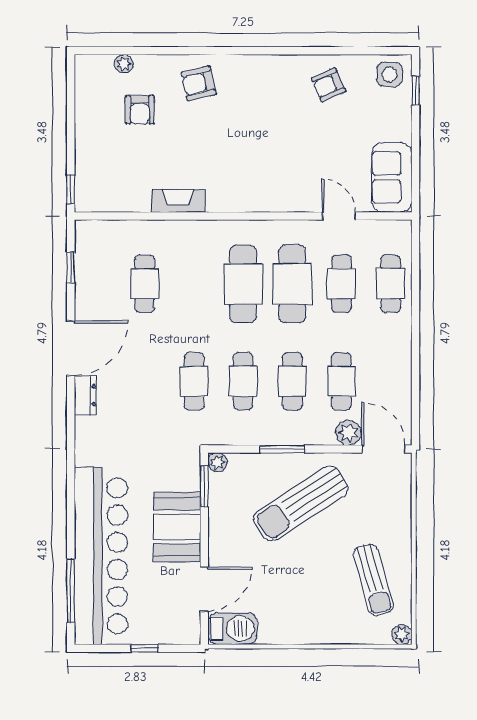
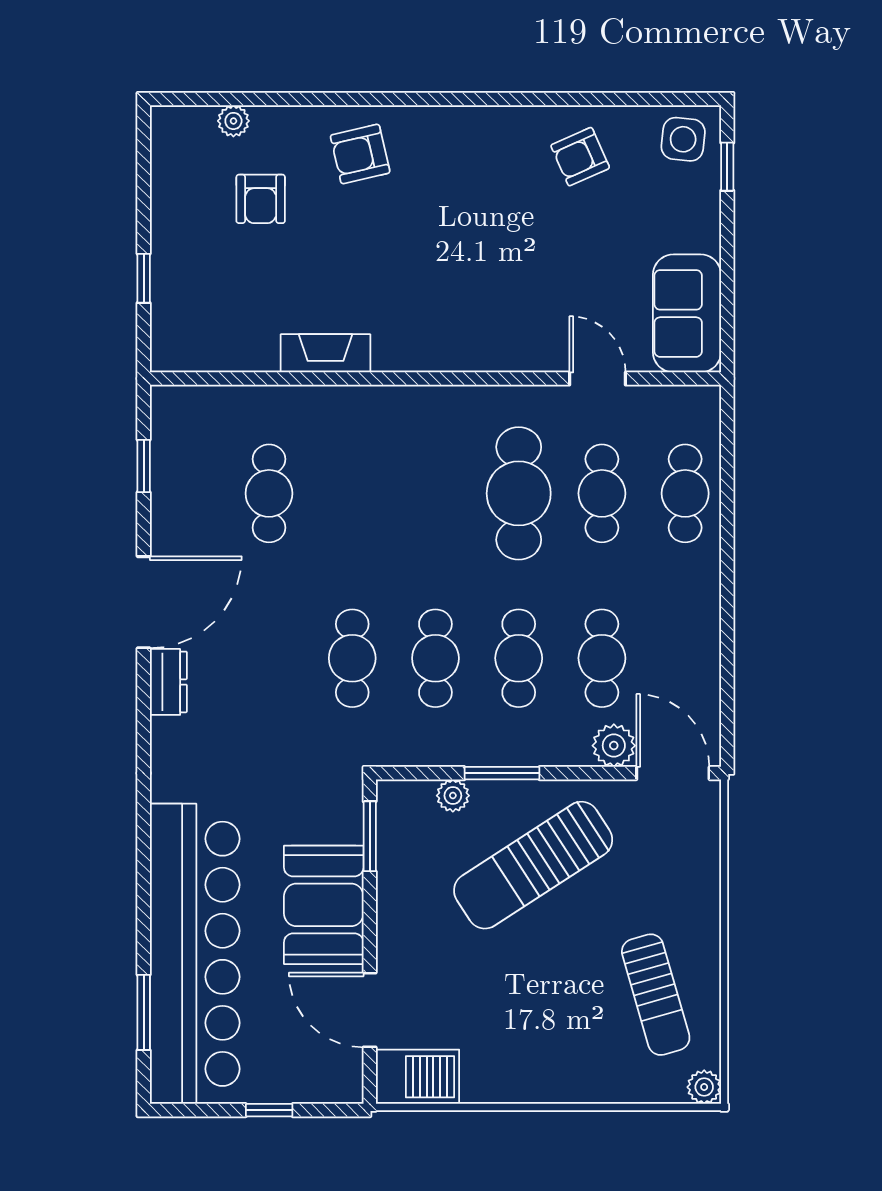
window: (71, 189) -> (144, 278), moved
cafe table: (243, 284) -> (435, 493), removed
plant: (217, 462) -> (453, 796), moved
door: (204, 589) -> (370, 1010), swing flipped
window: (71, 591) -> (144, 1012), width x0.69

